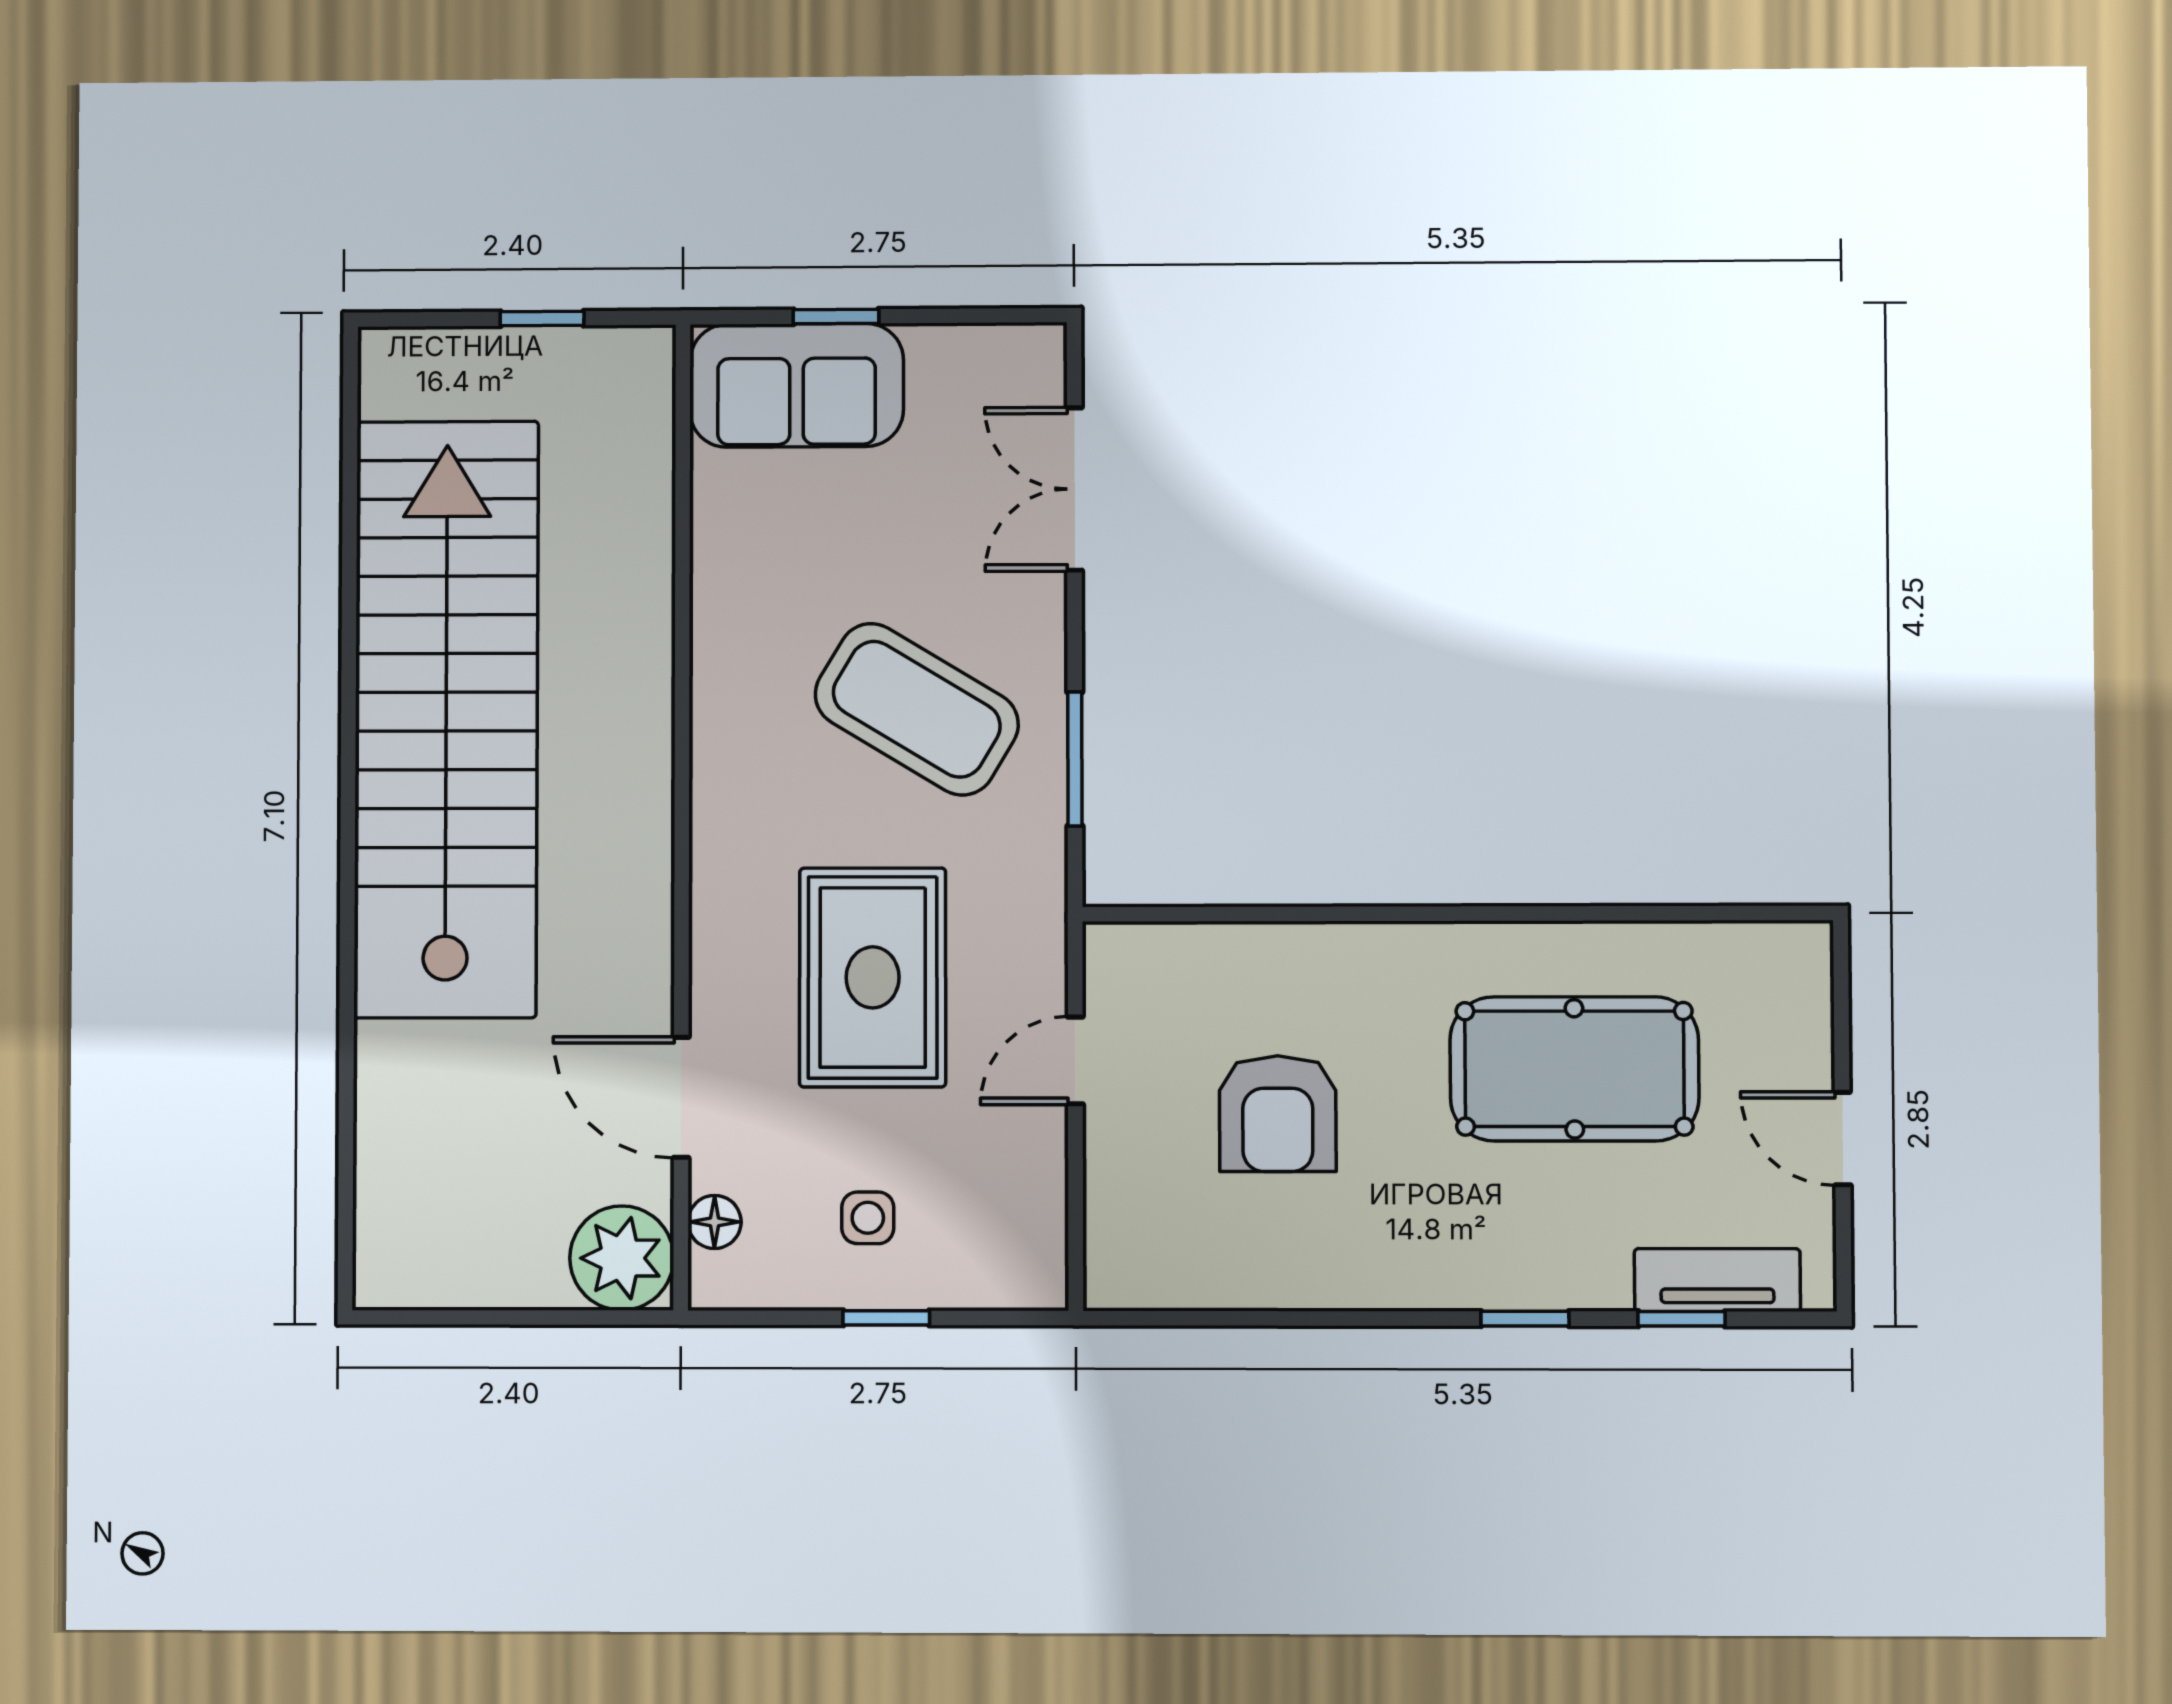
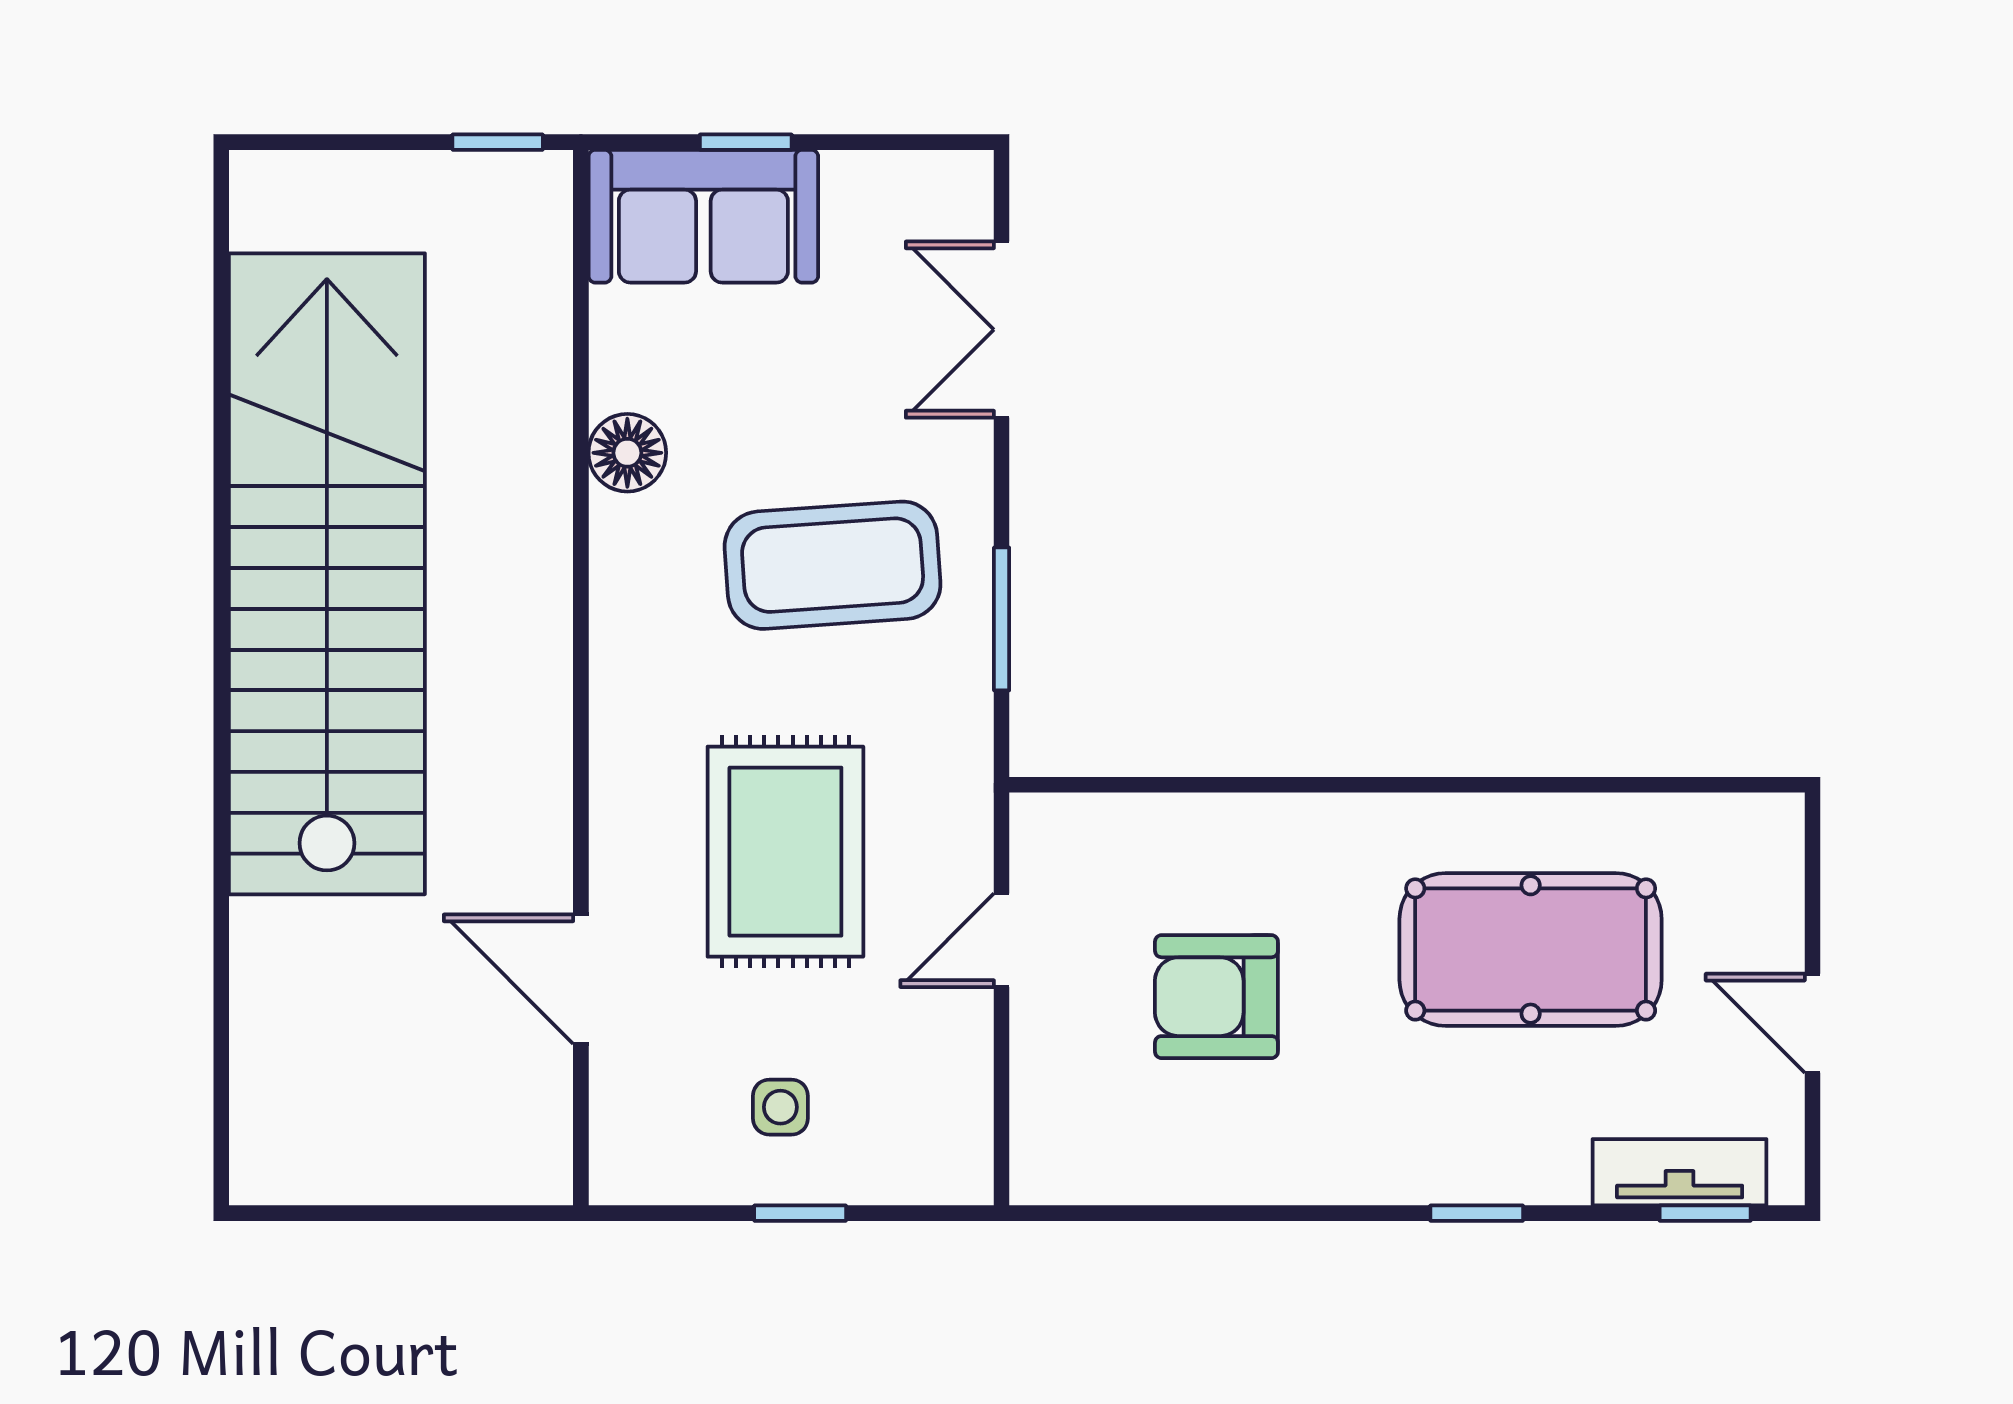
window: (542, 318) -> (498, 142), moved
coffee table: (917, 709) -> (833, 565), turned -35
armchair: (1278, 1114) -> (1216, 997), turned 90
floor lamp: (715, 1222) -> (627, 453), moved, width x1.37, depth x1.37
plant: (622, 1258) -> (518, 1150), removed
window: (1681, 1319) -> (1705, 1213), moved

